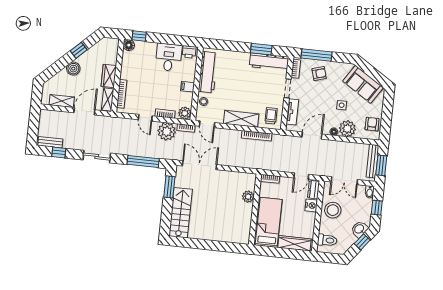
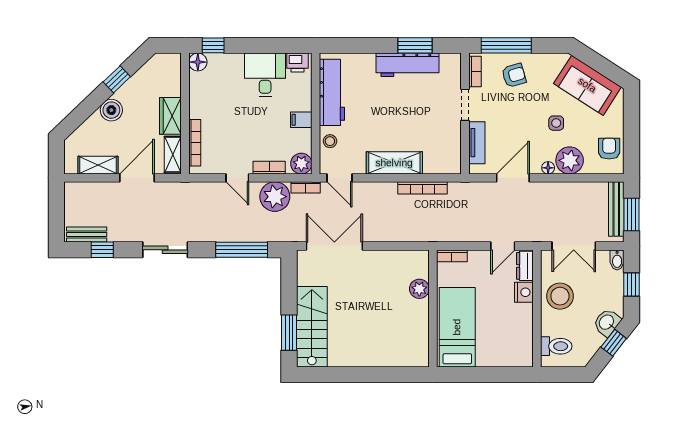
workbench: (269, 62) -> (407, 65), moved
trolley: (271, 116) -> (443, 153), removed
window: (169, 187) -> (289, 333), moved
wardrobe: (294, 243) -> (503, 357), removed

